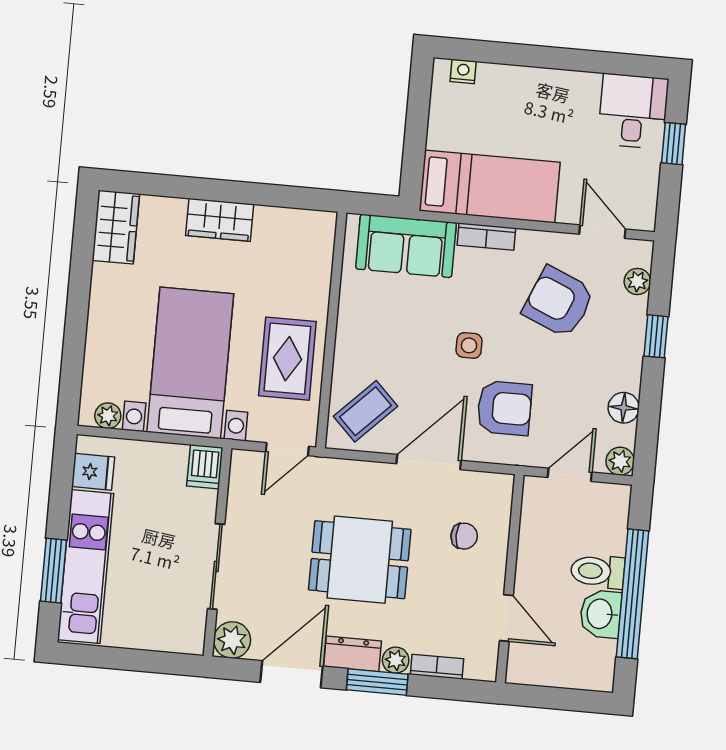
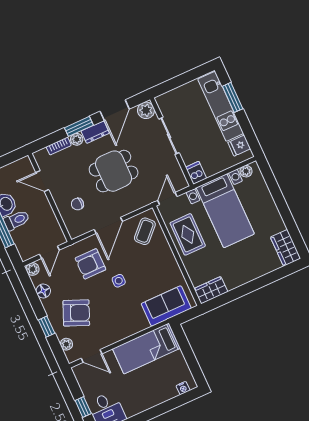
wardrobe: (220, 220) -> (211, 290), moved
bookcase: (486, 237) -> (136, 328), removed
armchair: (559, 302) -> (76, 313), moved

